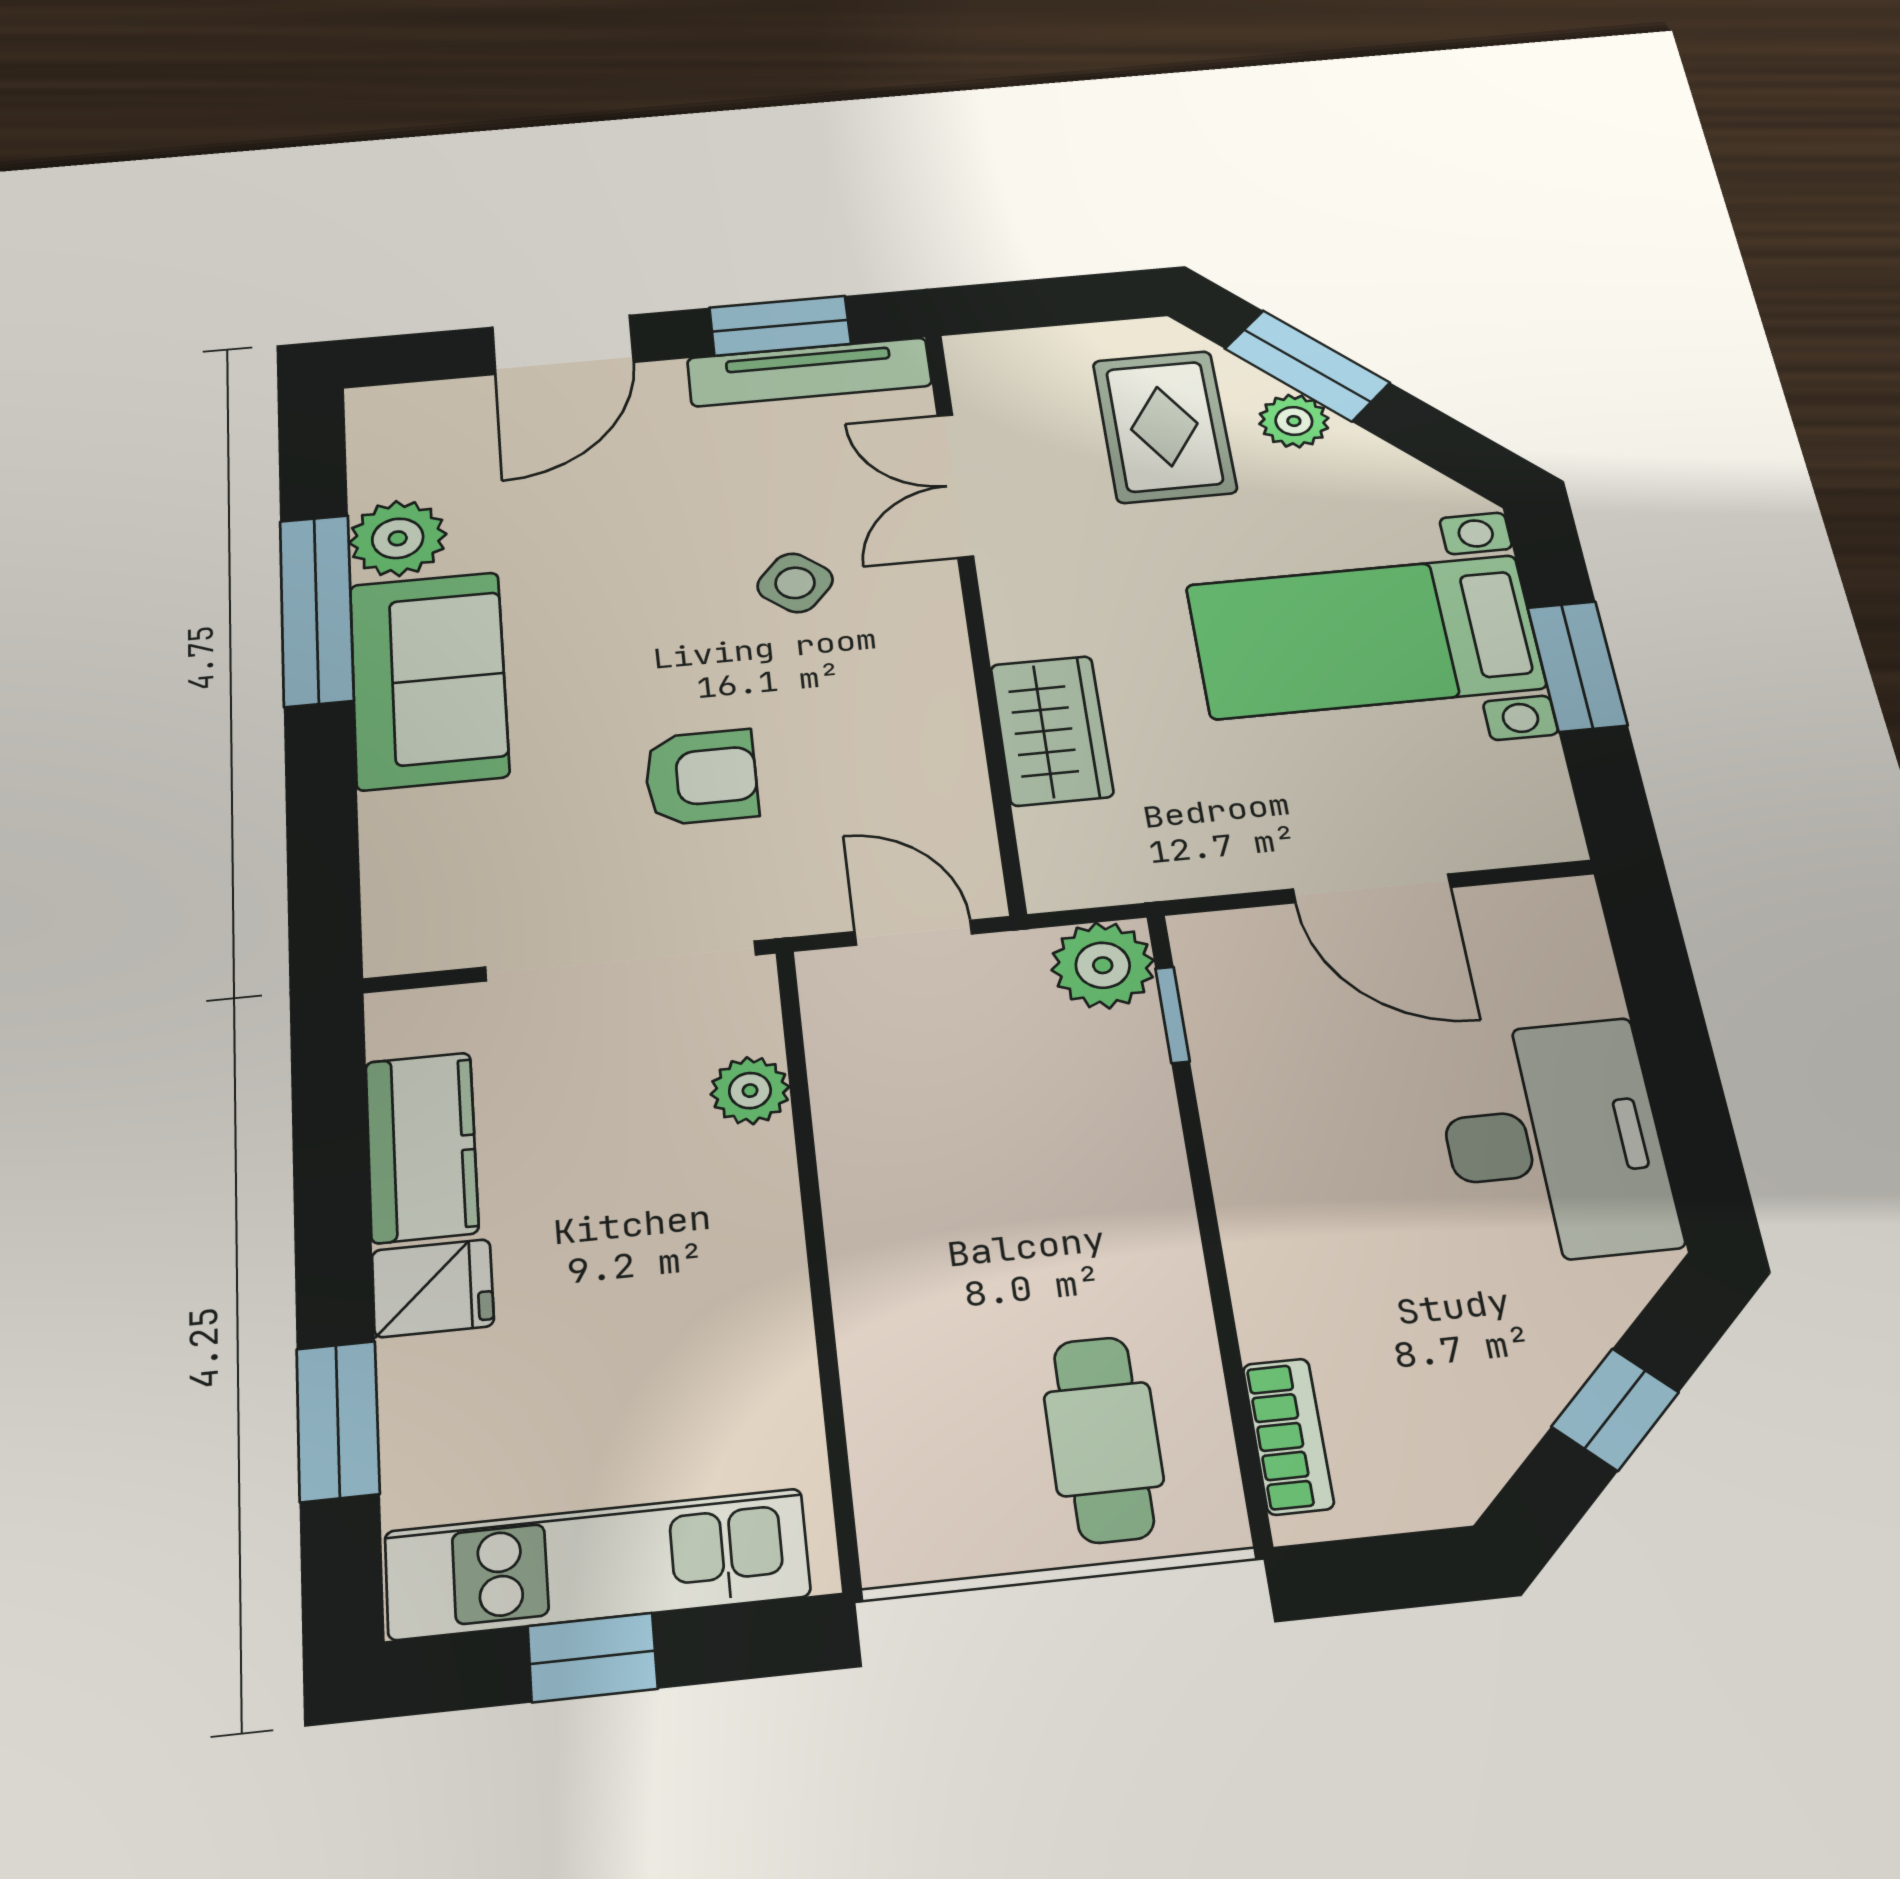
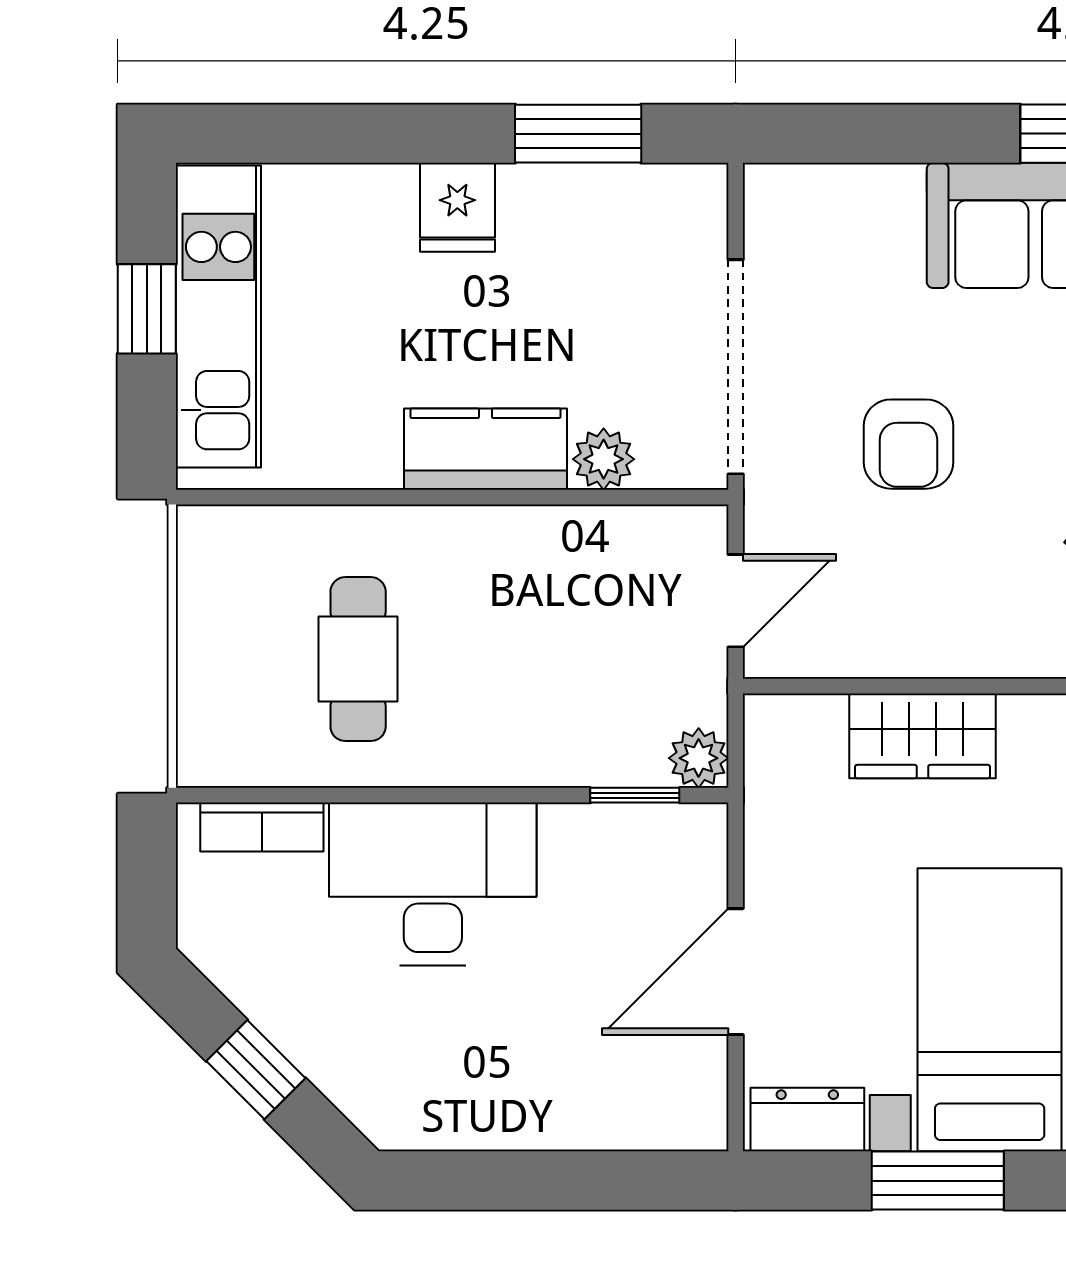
dresser: (1536, 799) -> (807, 1120), added
plant: (1103, 965) -> (699, 758), width x0.73, depth x0.73
desk: (1554, 1141) -> (433, 884), moved, turned 180
kitchen counter: (422, 1147) -> (486, 449), moved, turned 180
window: (338, 1421) -> (578, 134), moved
cafe table: (1104, 1439) -> (358, 659), moved, turned 90

